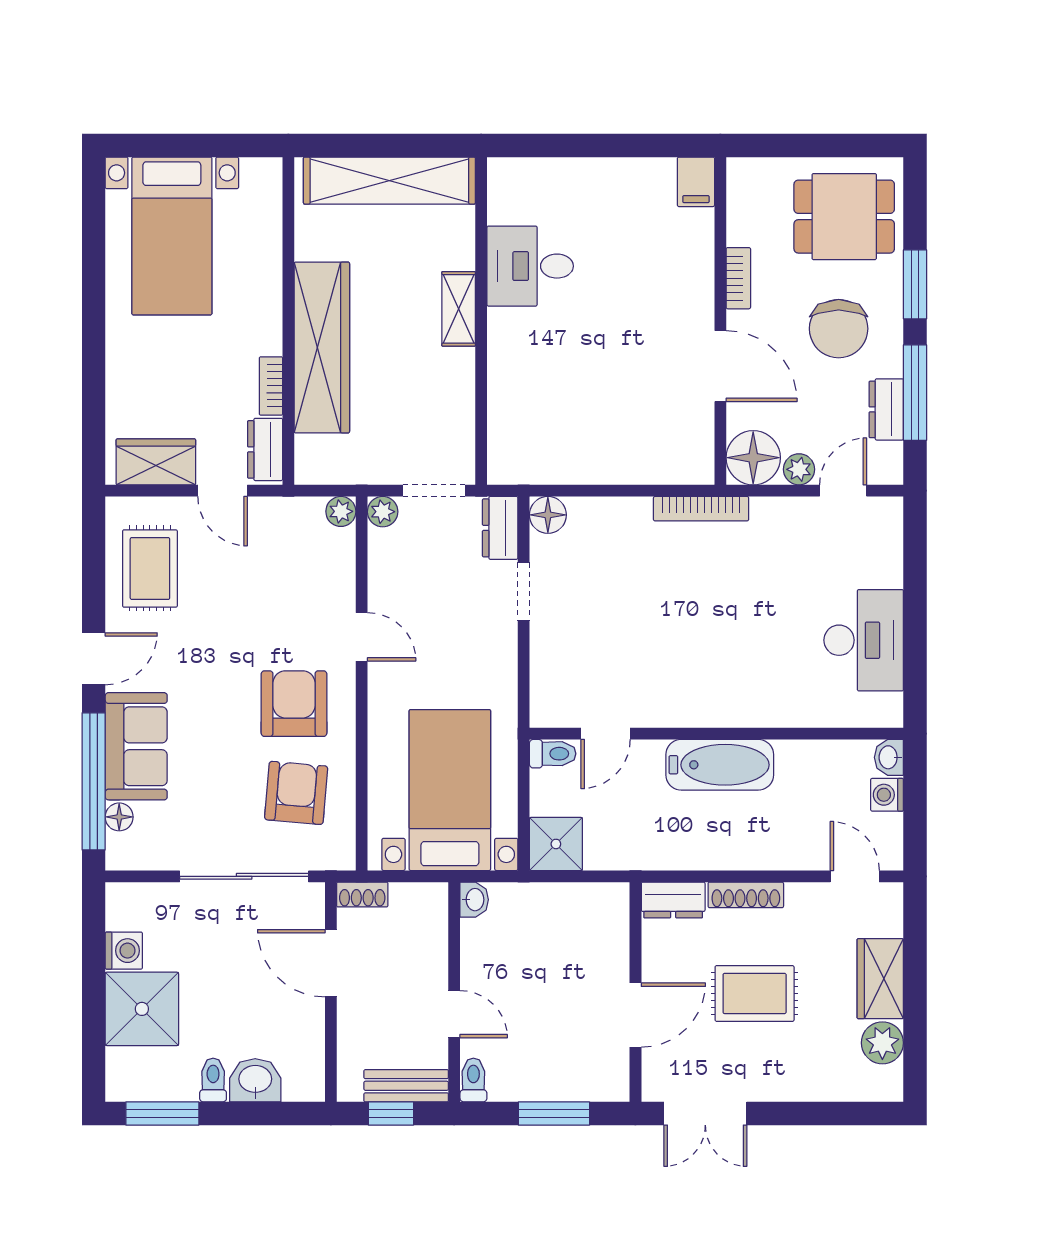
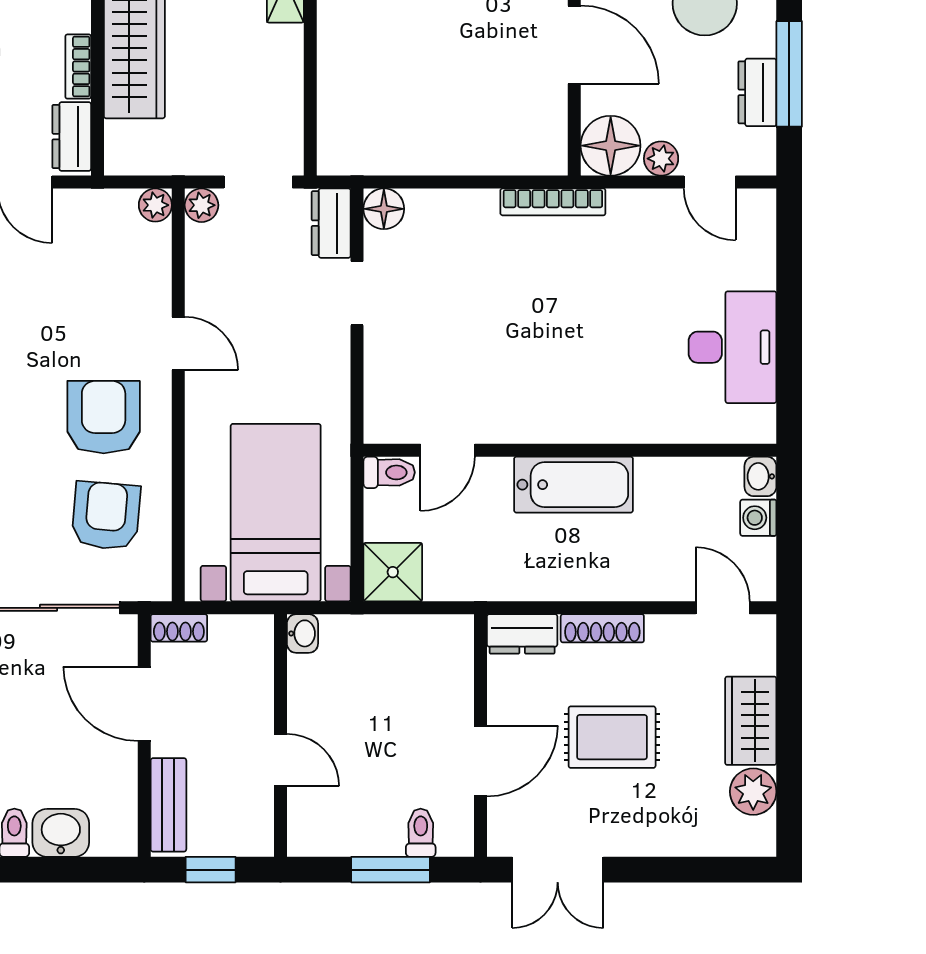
door: (843, 491) -> (710, 182), swing flipped
toilet: (473, 1080) -> (421, 833), moved
bench: (406, 1086) -> (168, 805), moved, turned 90

